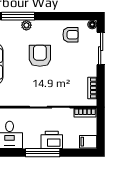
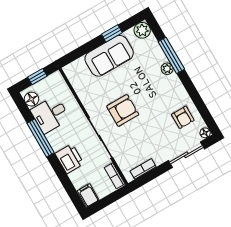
armchair: (40, 56) -> (123, 110), moved
window: (43, 153) -> (41, 138), moved

